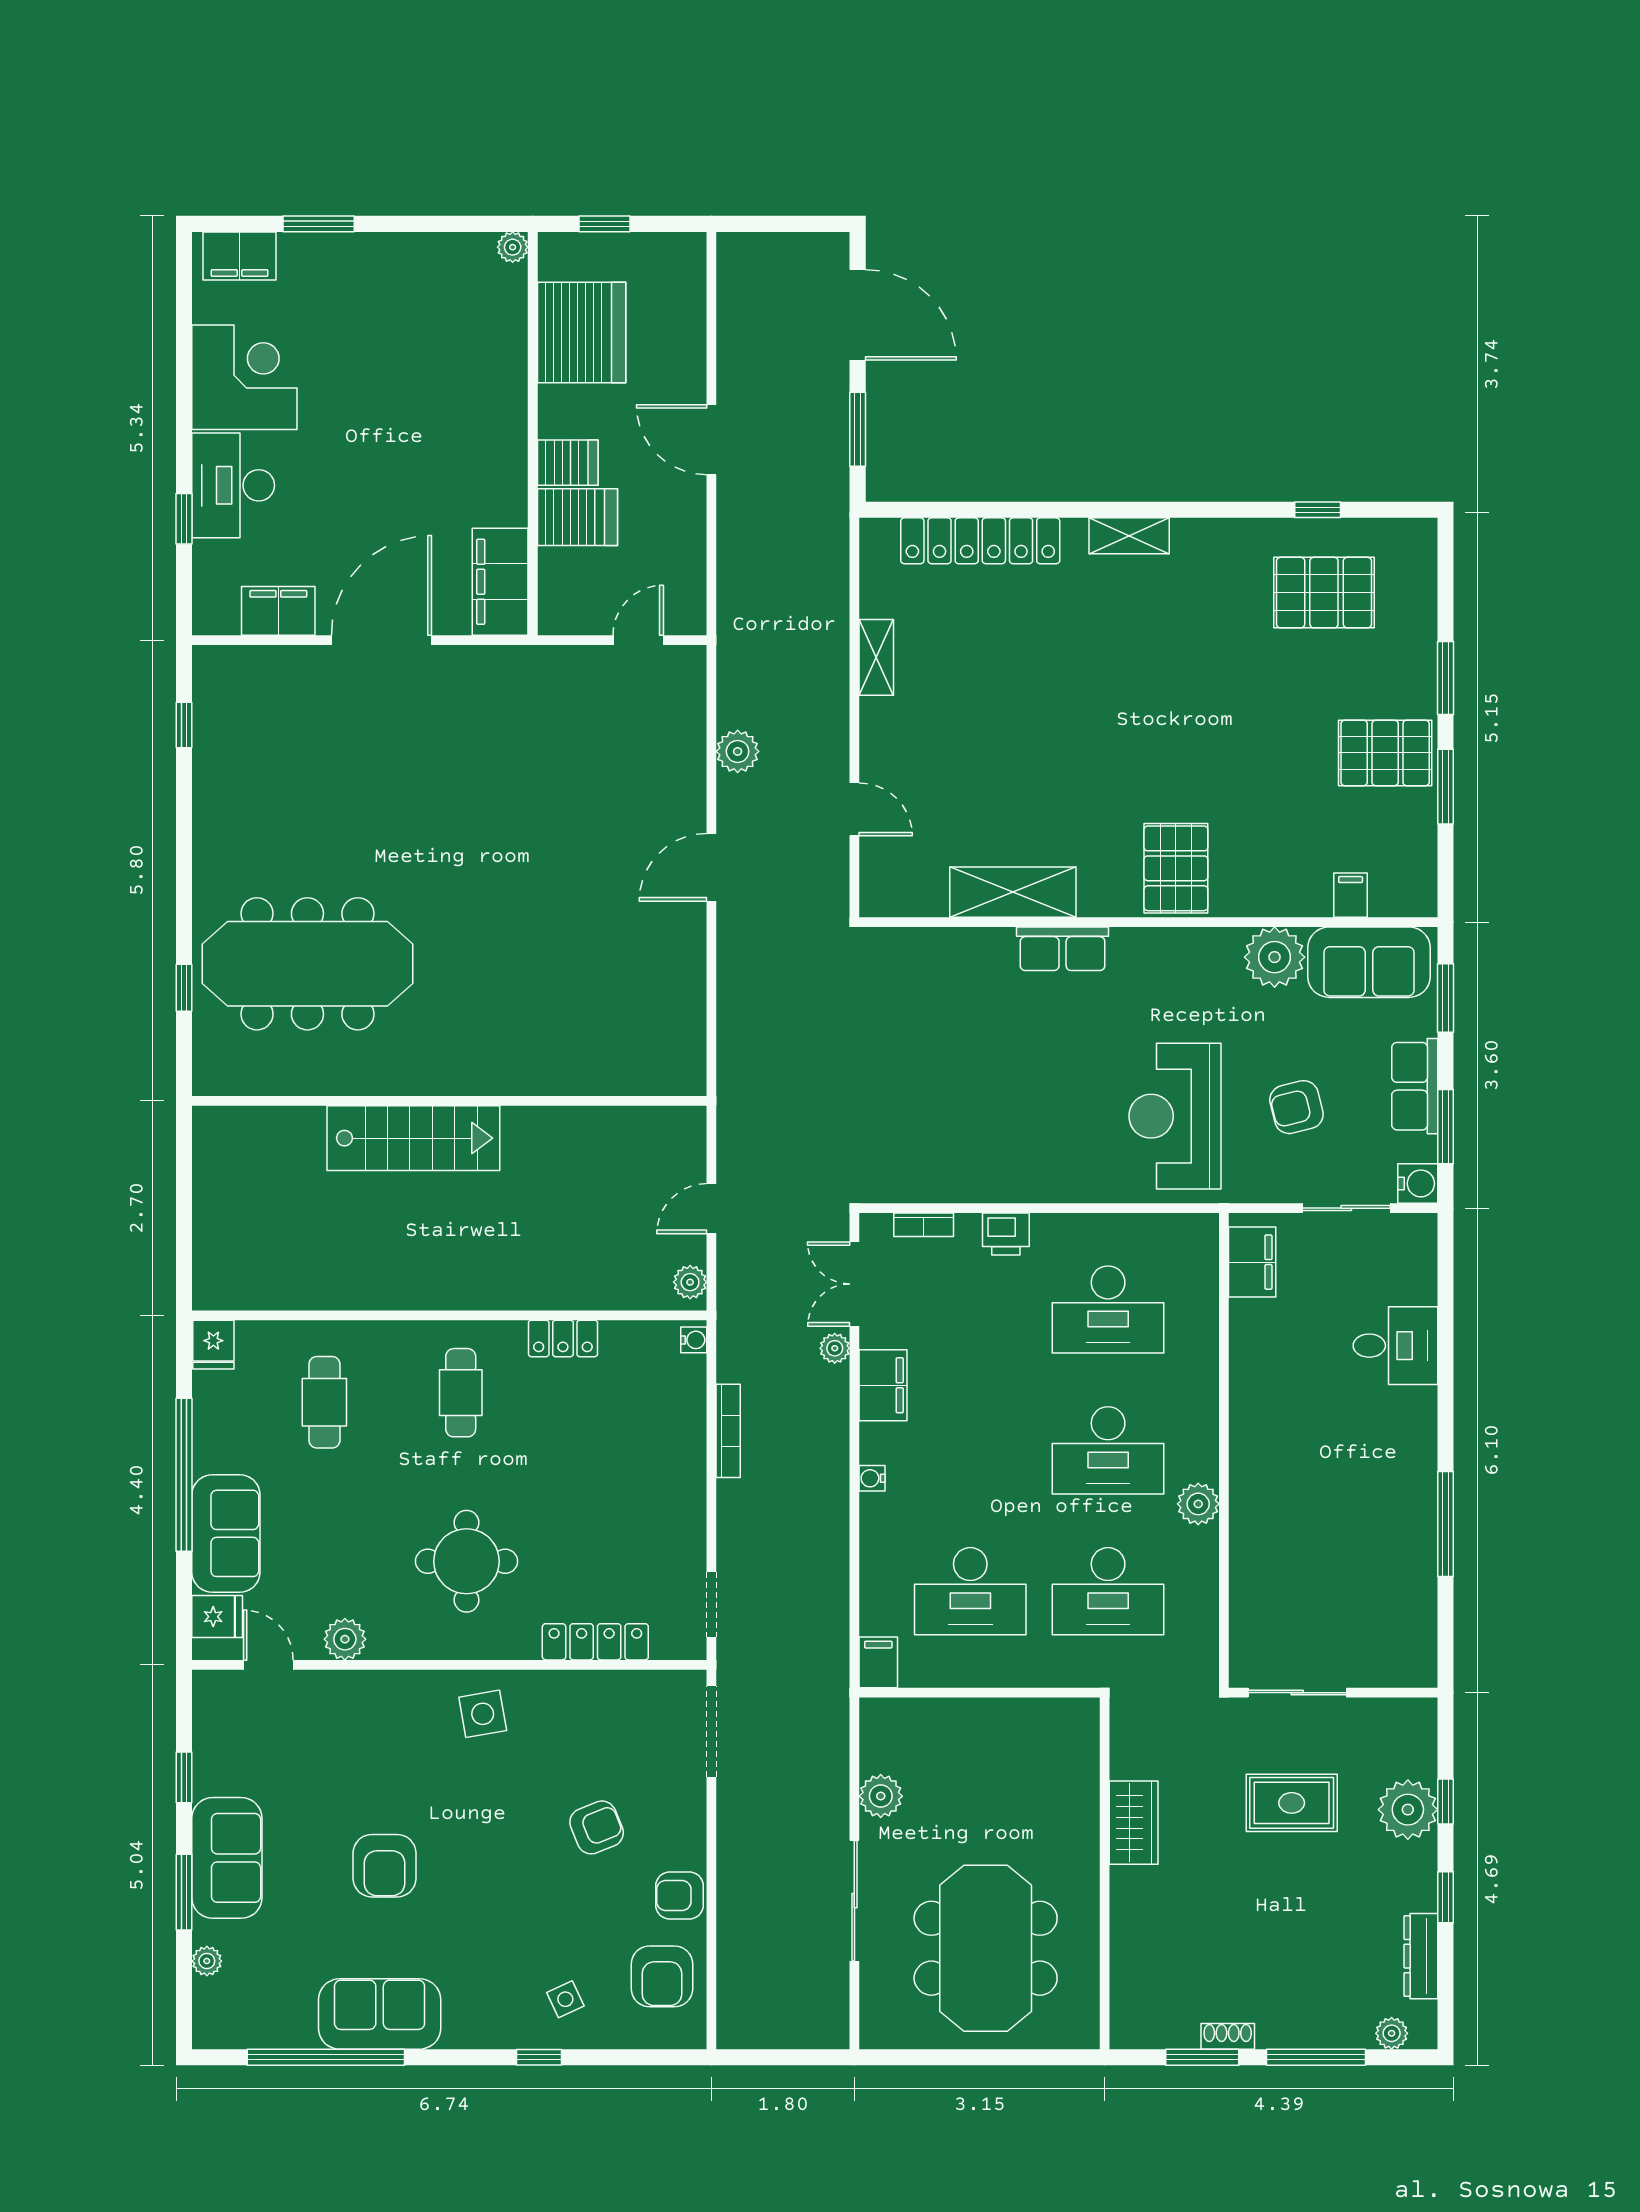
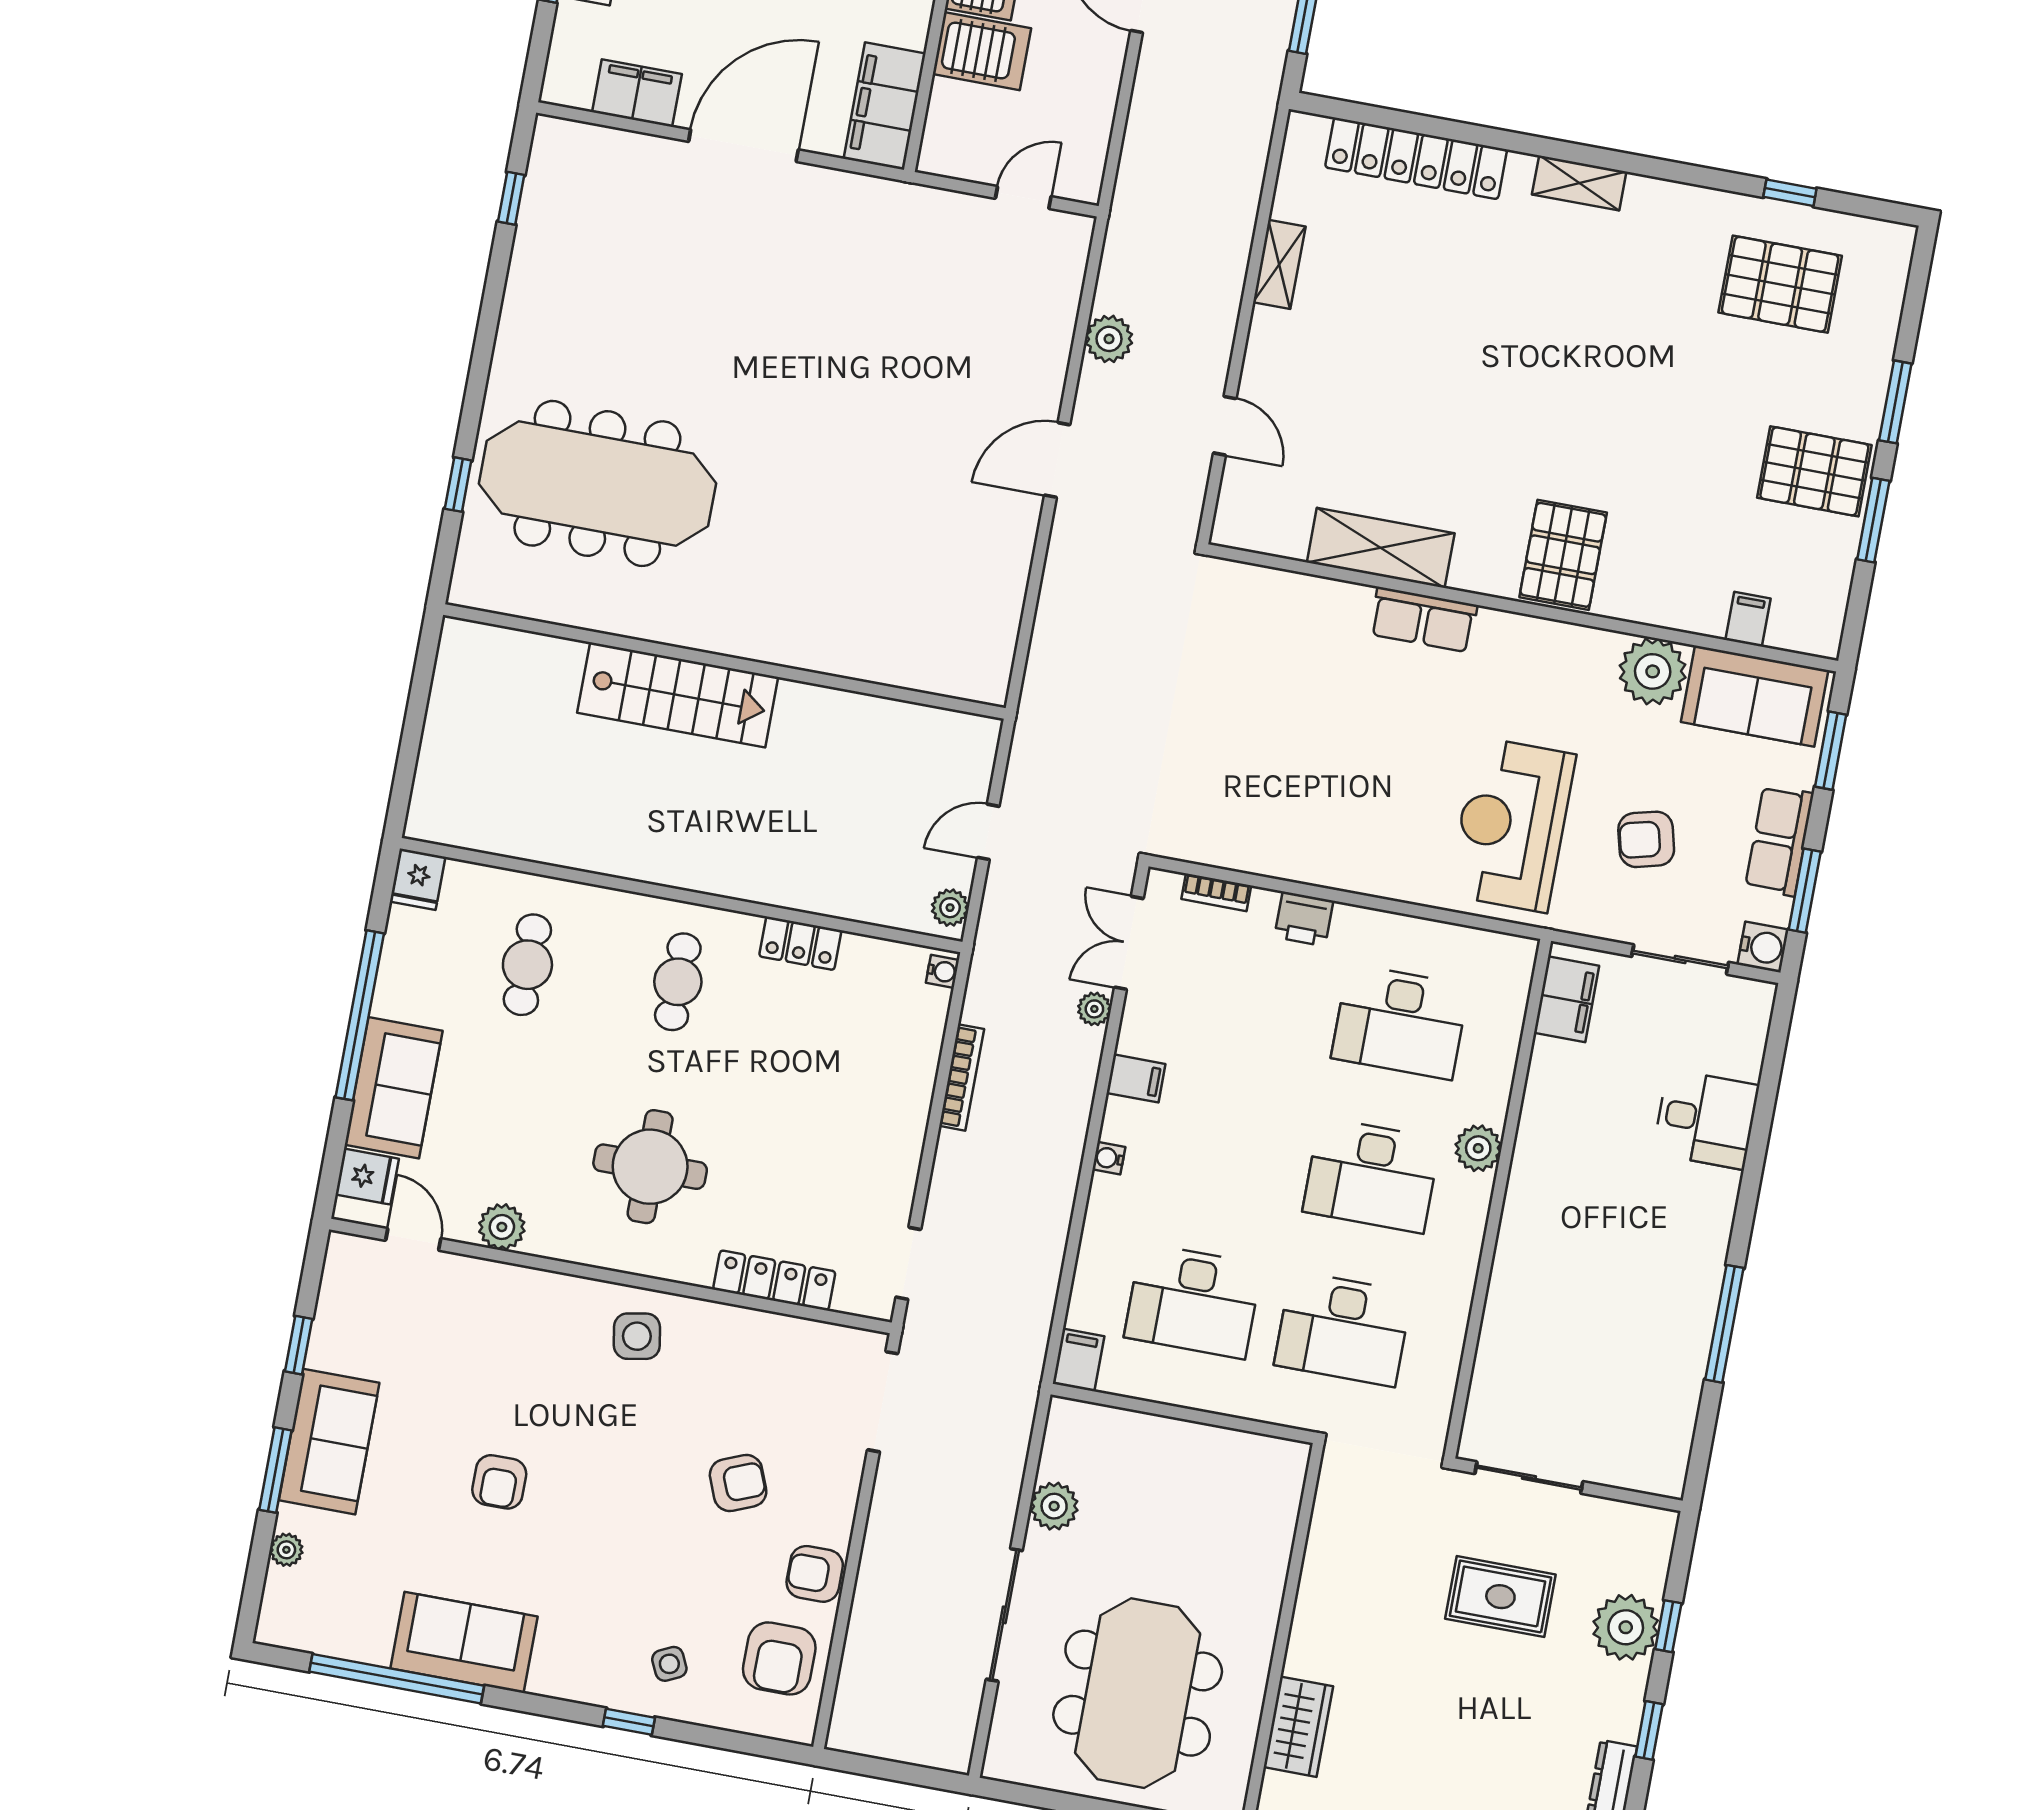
filing cabinet: (883, 1385) -> (1136, 1078), width x0.50
plant: (1198, 1504) -> (1478, 1148), moved
wardrobe: (1134, 1823) -> (1298, 1727), moved
armchair: (385, 1866) -> (499, 1482), width x0.72, depth x0.72

